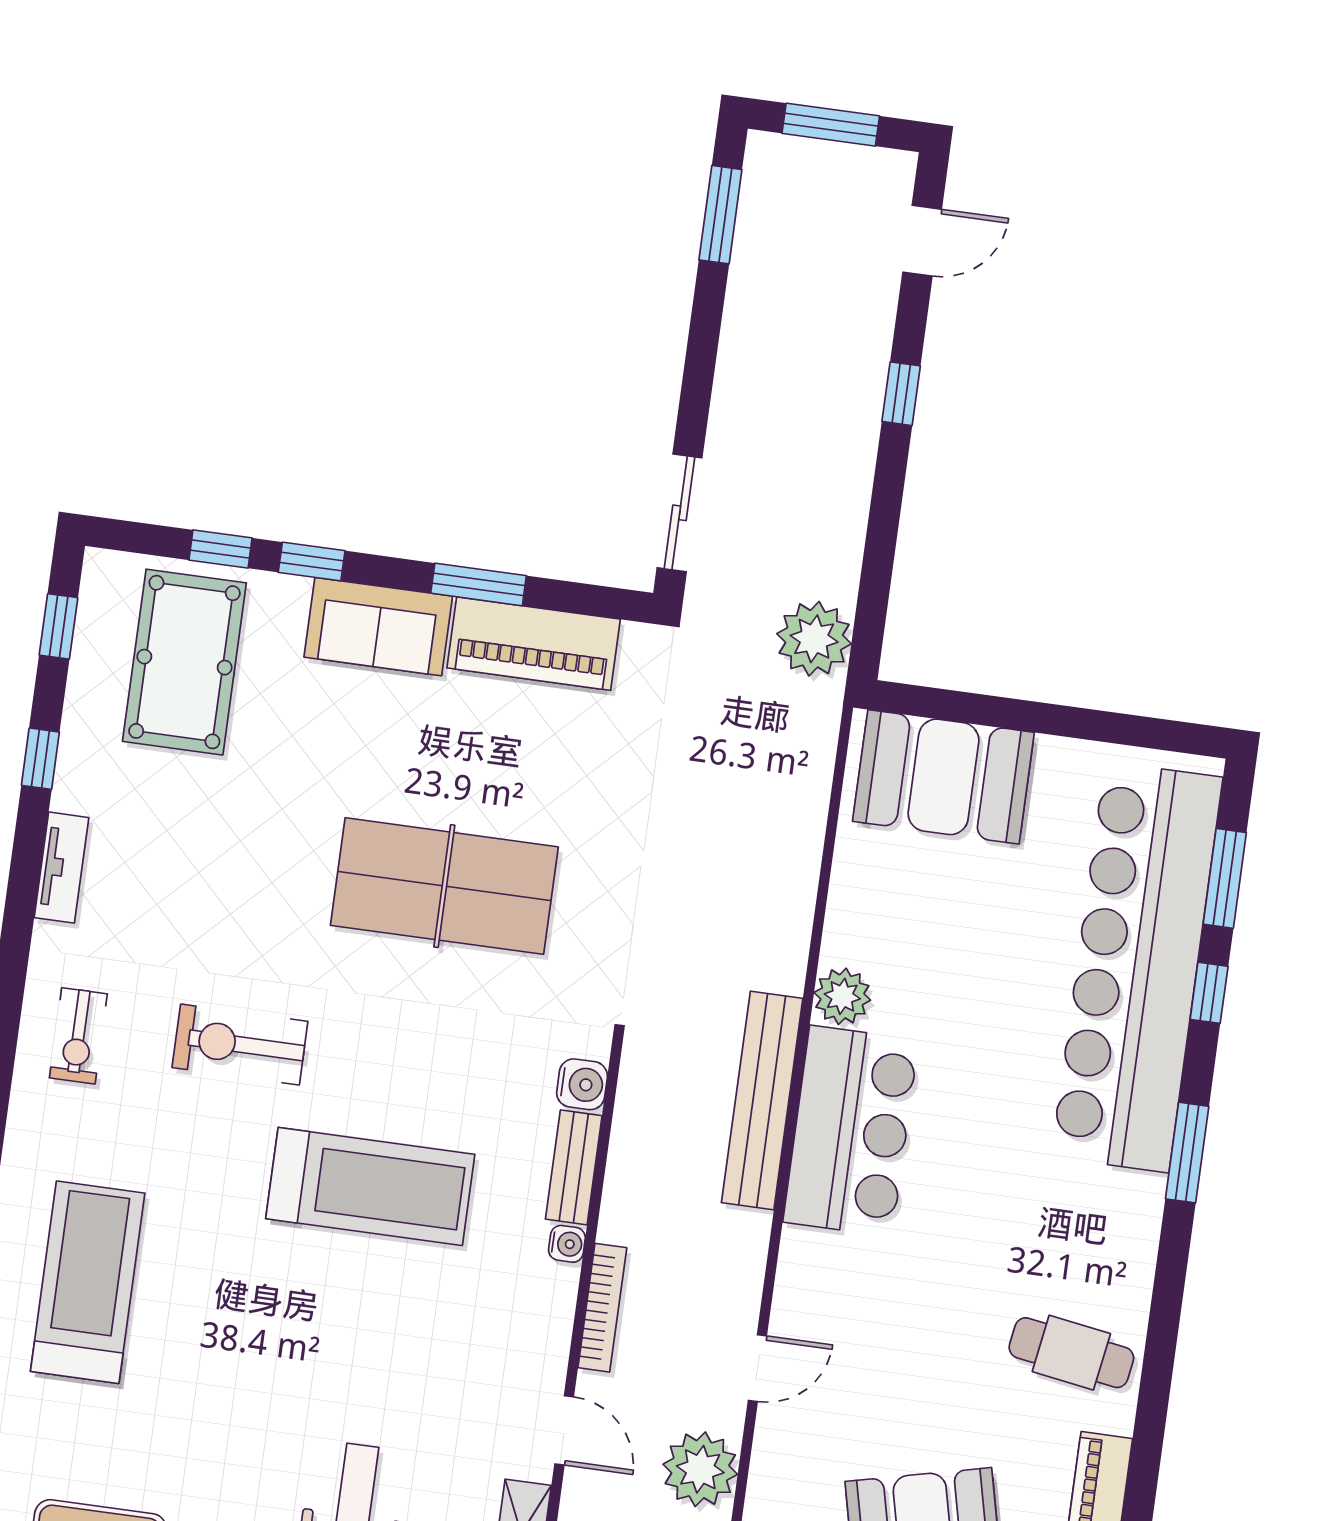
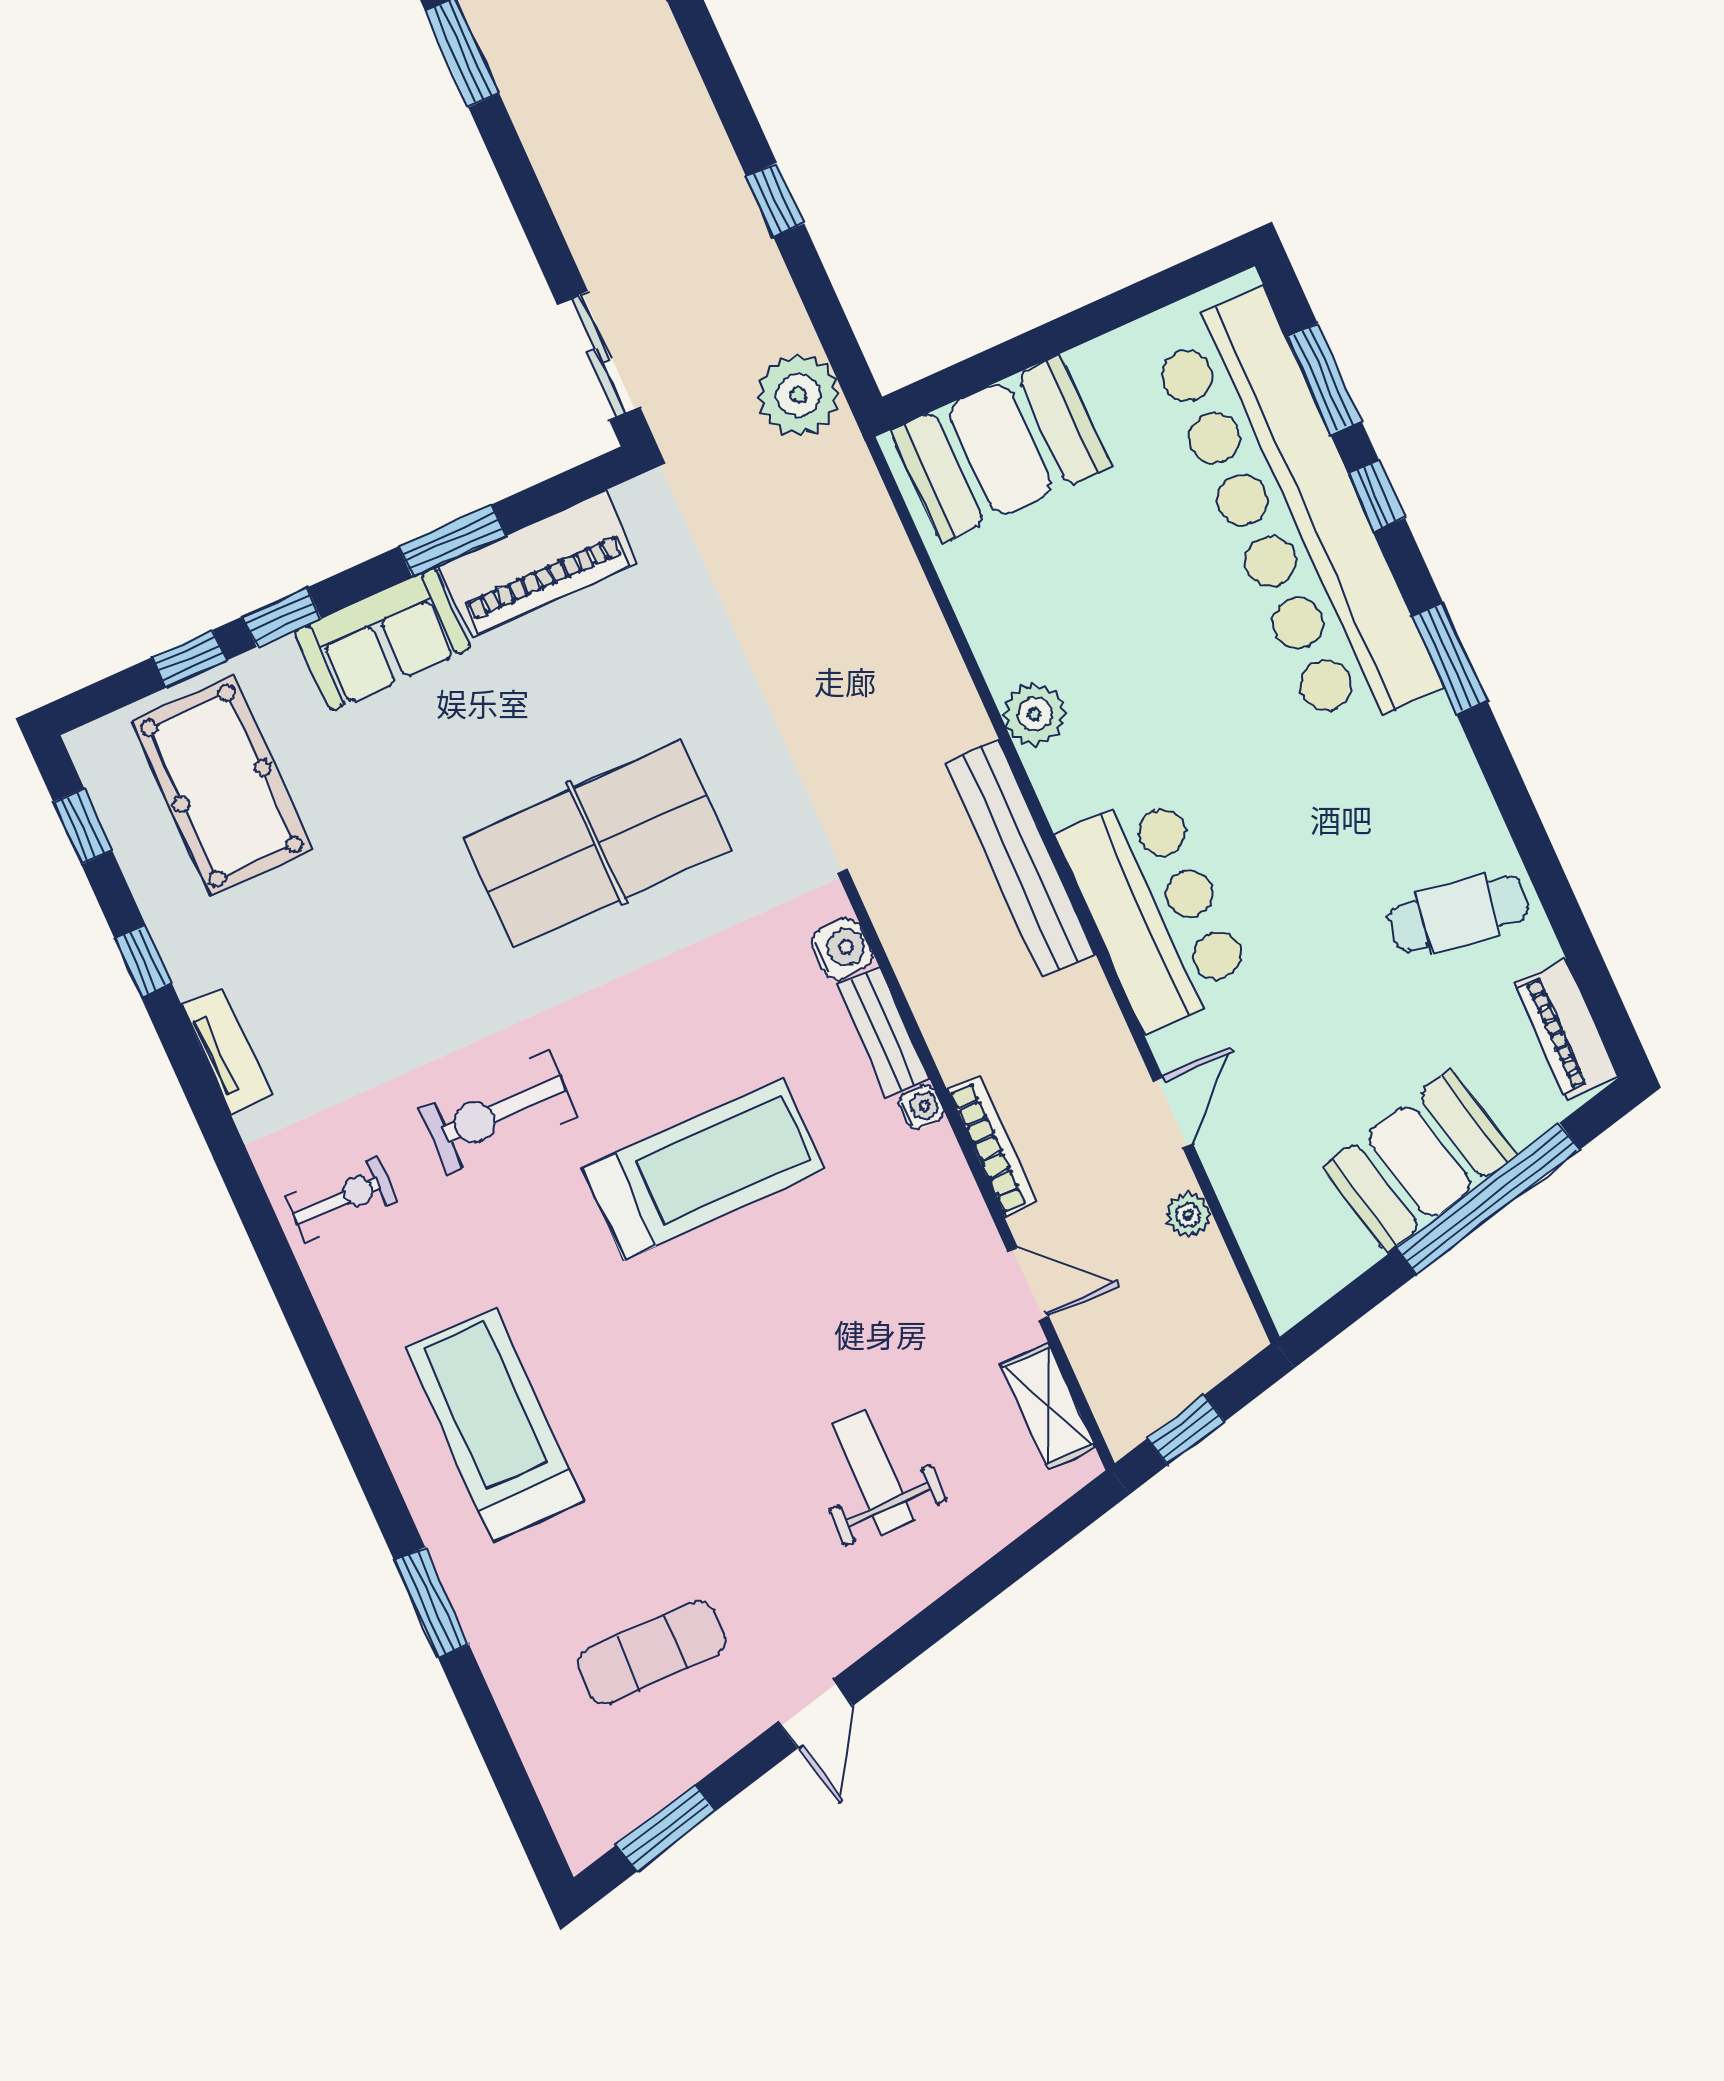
window: (901, 394) -> (775, 200), moved
exercise bike: (78, 1036) -> (341, 1199), turned -90
bar counter: (851, 1131) -> (1155, 910), moved
plant: (700, 1469) -> (1188, 1215), width x0.53, depth x0.53

